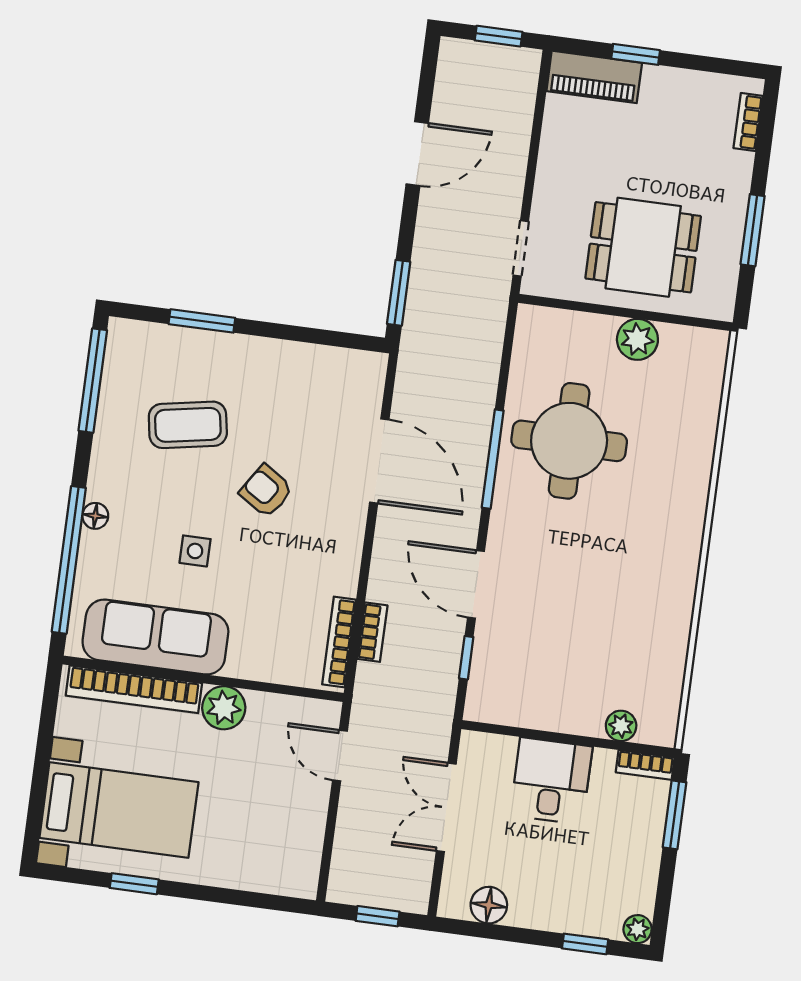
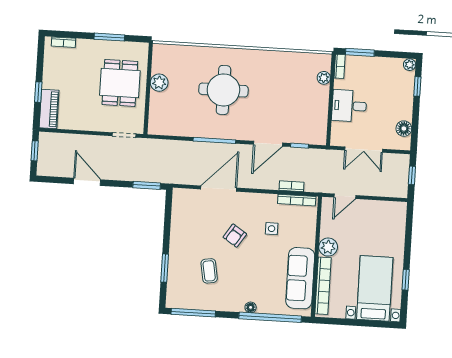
coffee table: (188, 425) -> (209, 271), width x0.73, depth x0.77
round table: (569, 441) -> (223, 90), moved
side table: (195, 551) -> (272, 229), moved

